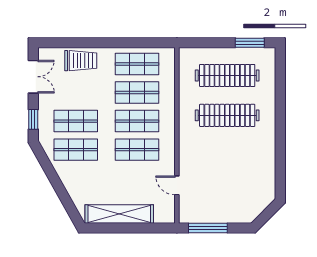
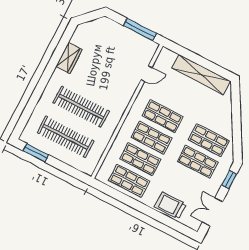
wardrobe: (266, 160) -> (69, 58), added
door: (177, 185) -> (147, 74), hinge flipped

